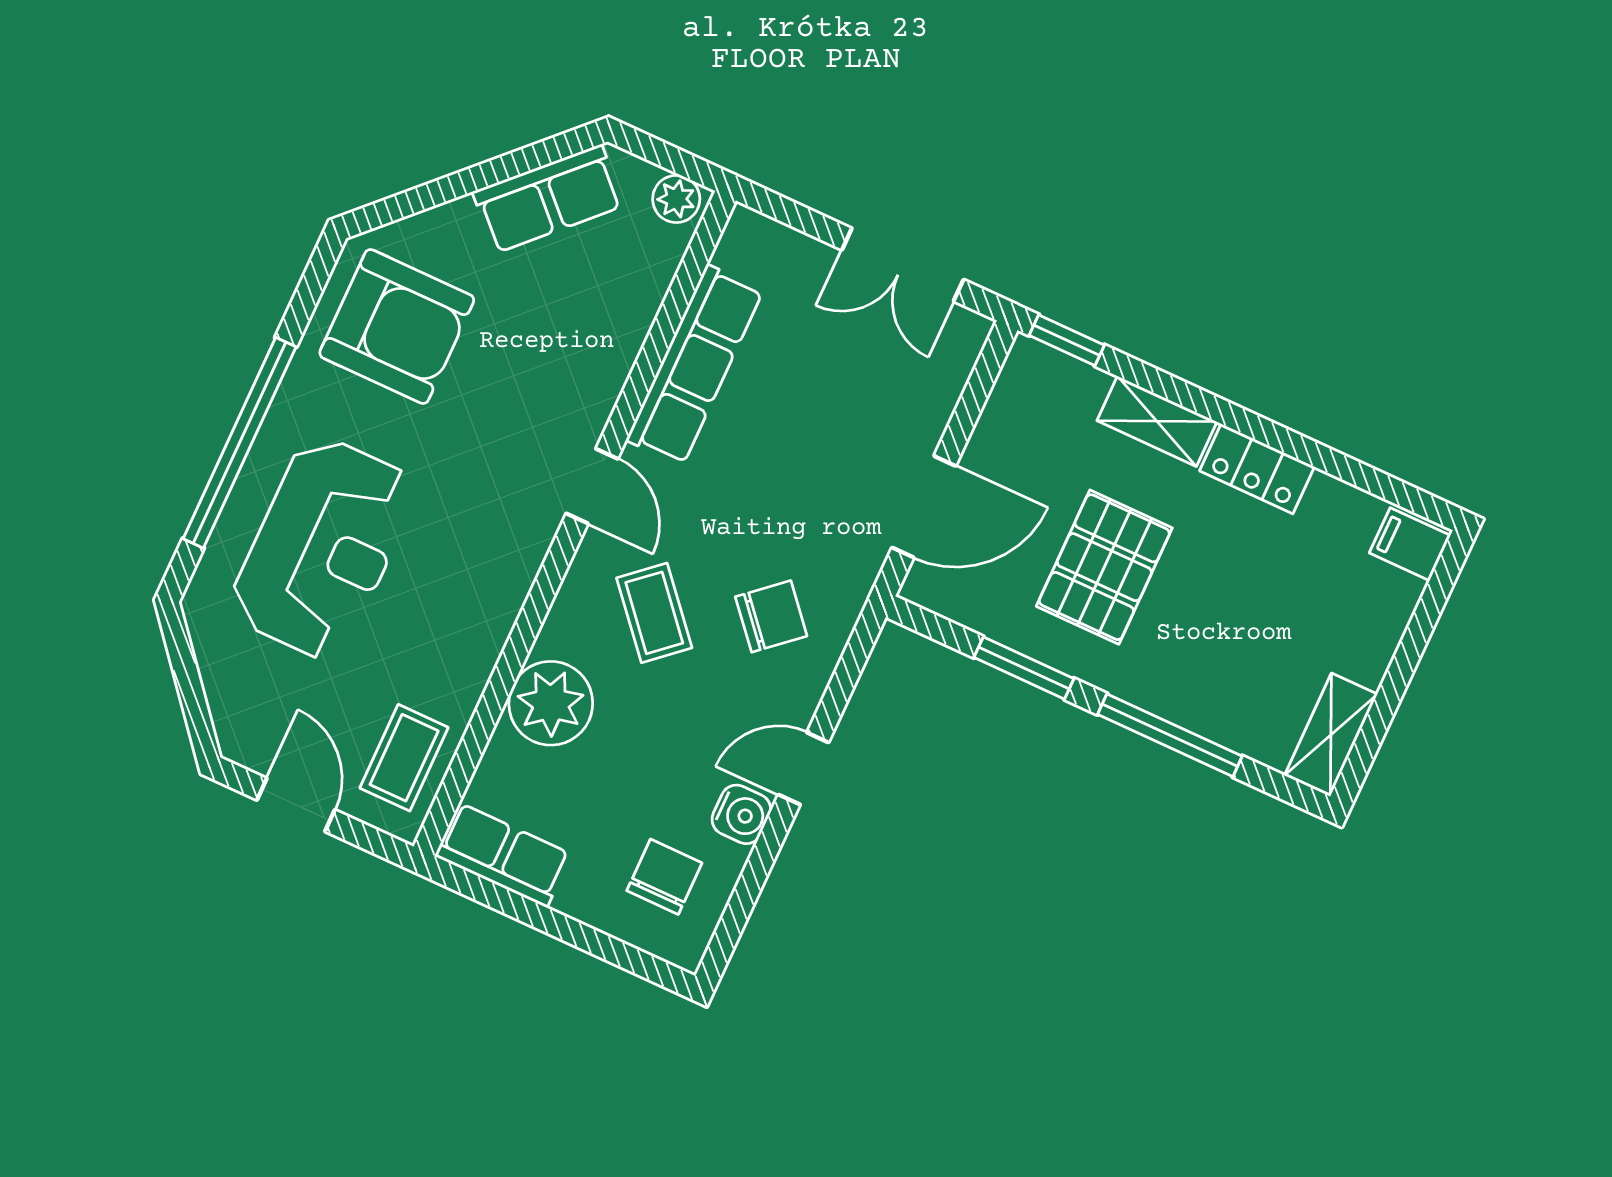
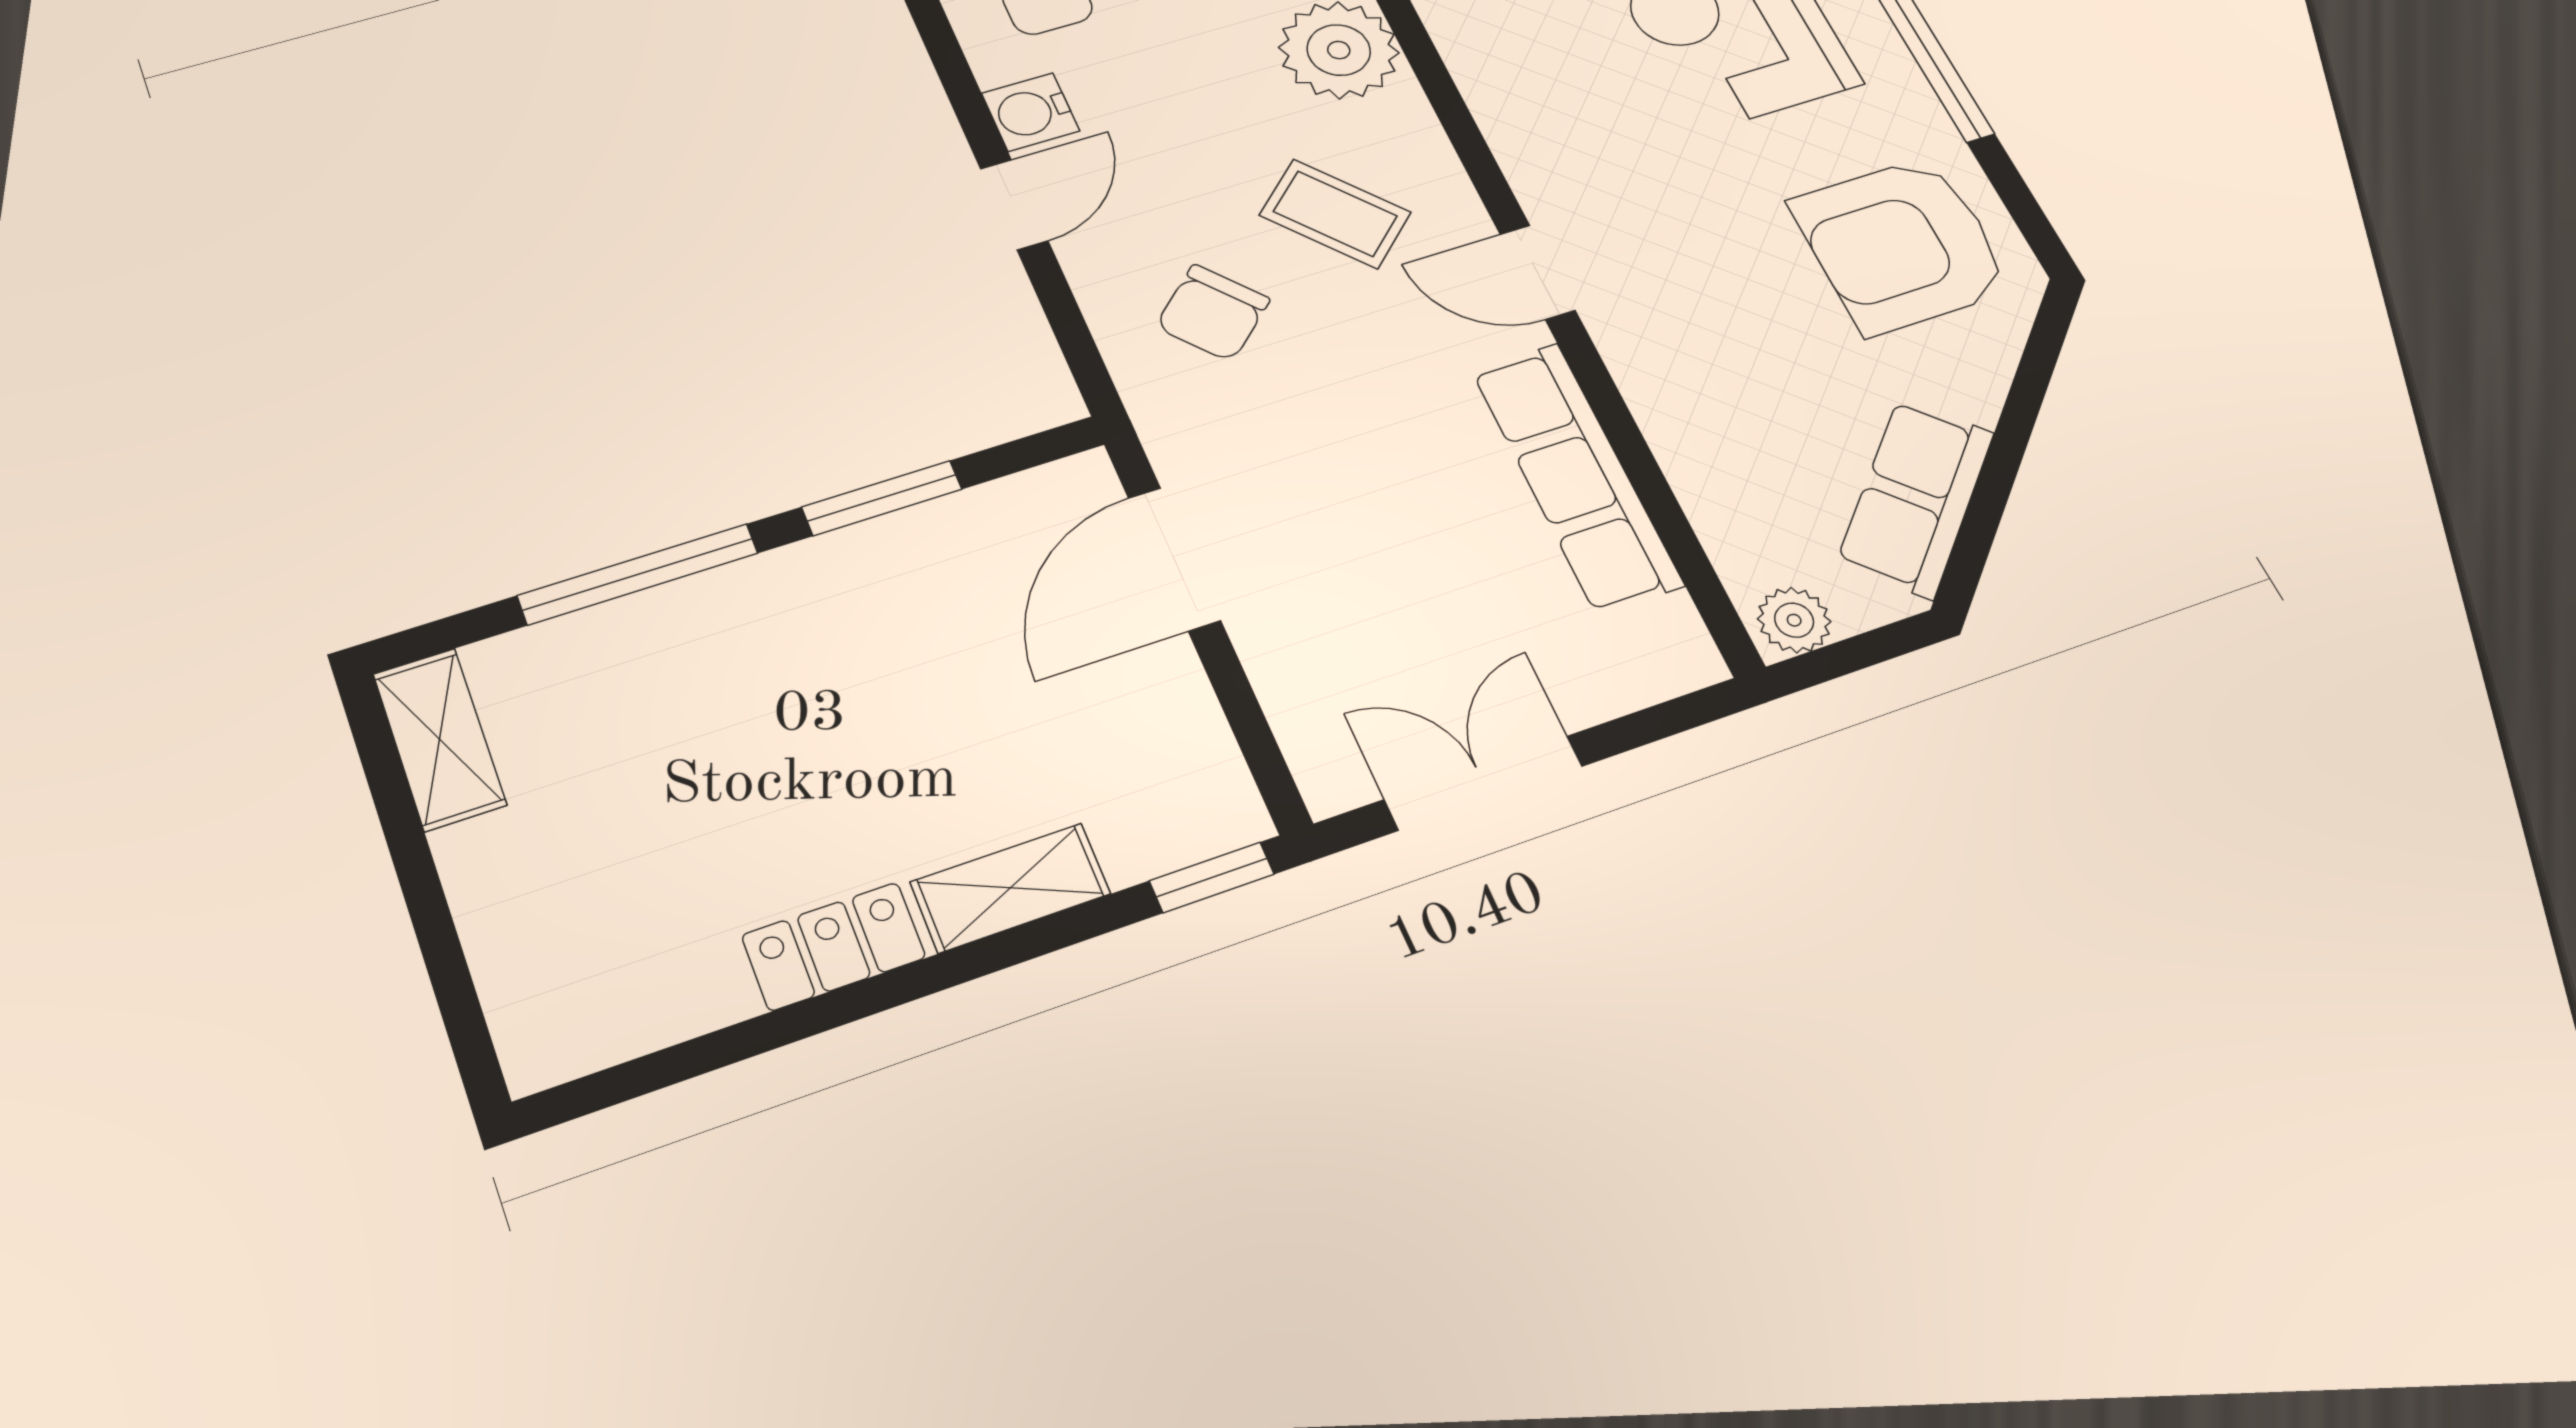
filing cabinet: (1410, 544) -> (552, 1035), removed
pallet: (1104, 567) -> (902, 678), removed

